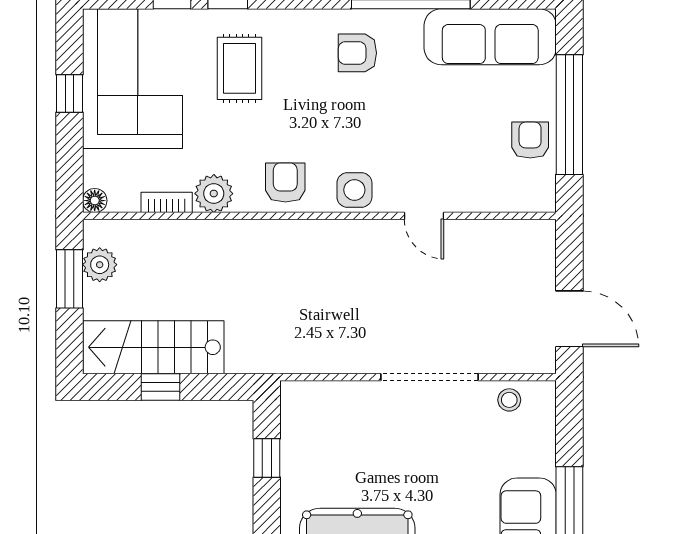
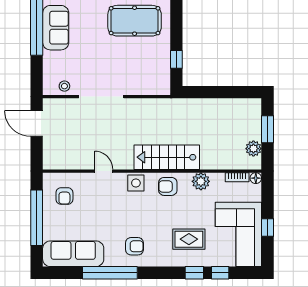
rug: (239, 68) -> (189, 239), turned 90
armchair: (530, 140) -> (64, 196), moved
armchair: (285, 183) -> (168, 186), turned 90
bookcase: (167, 202) -> (237, 177), moved
window: (69, 279) -> (267, 129), moved
stairs: (153, 347) -> (167, 157), moved, turned 180
window: (160, 387) -> (225, 92), removed

